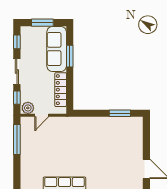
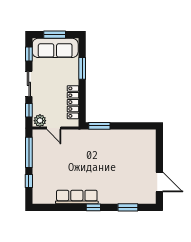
sofa: (57, 49) -> (55, 48), moved, turned -90
window: (120, 113) -> (99, 126), moved
door: (42, 115) -> (54, 128), hinge flipped
window: (17, 168) -> (29, 181), added

